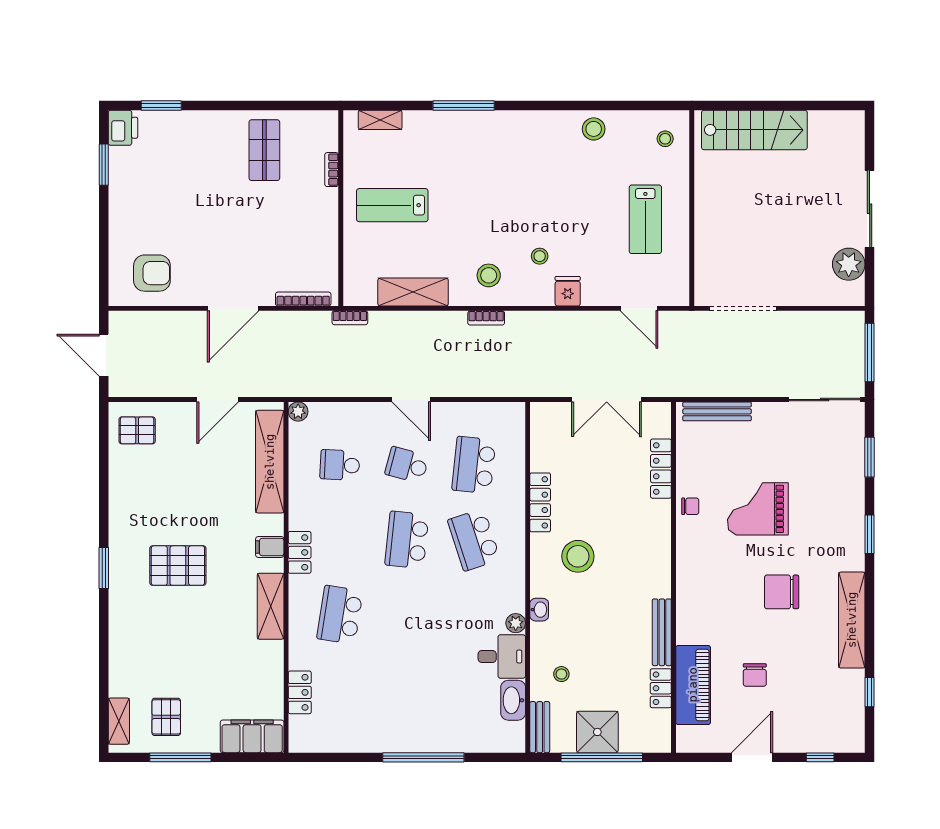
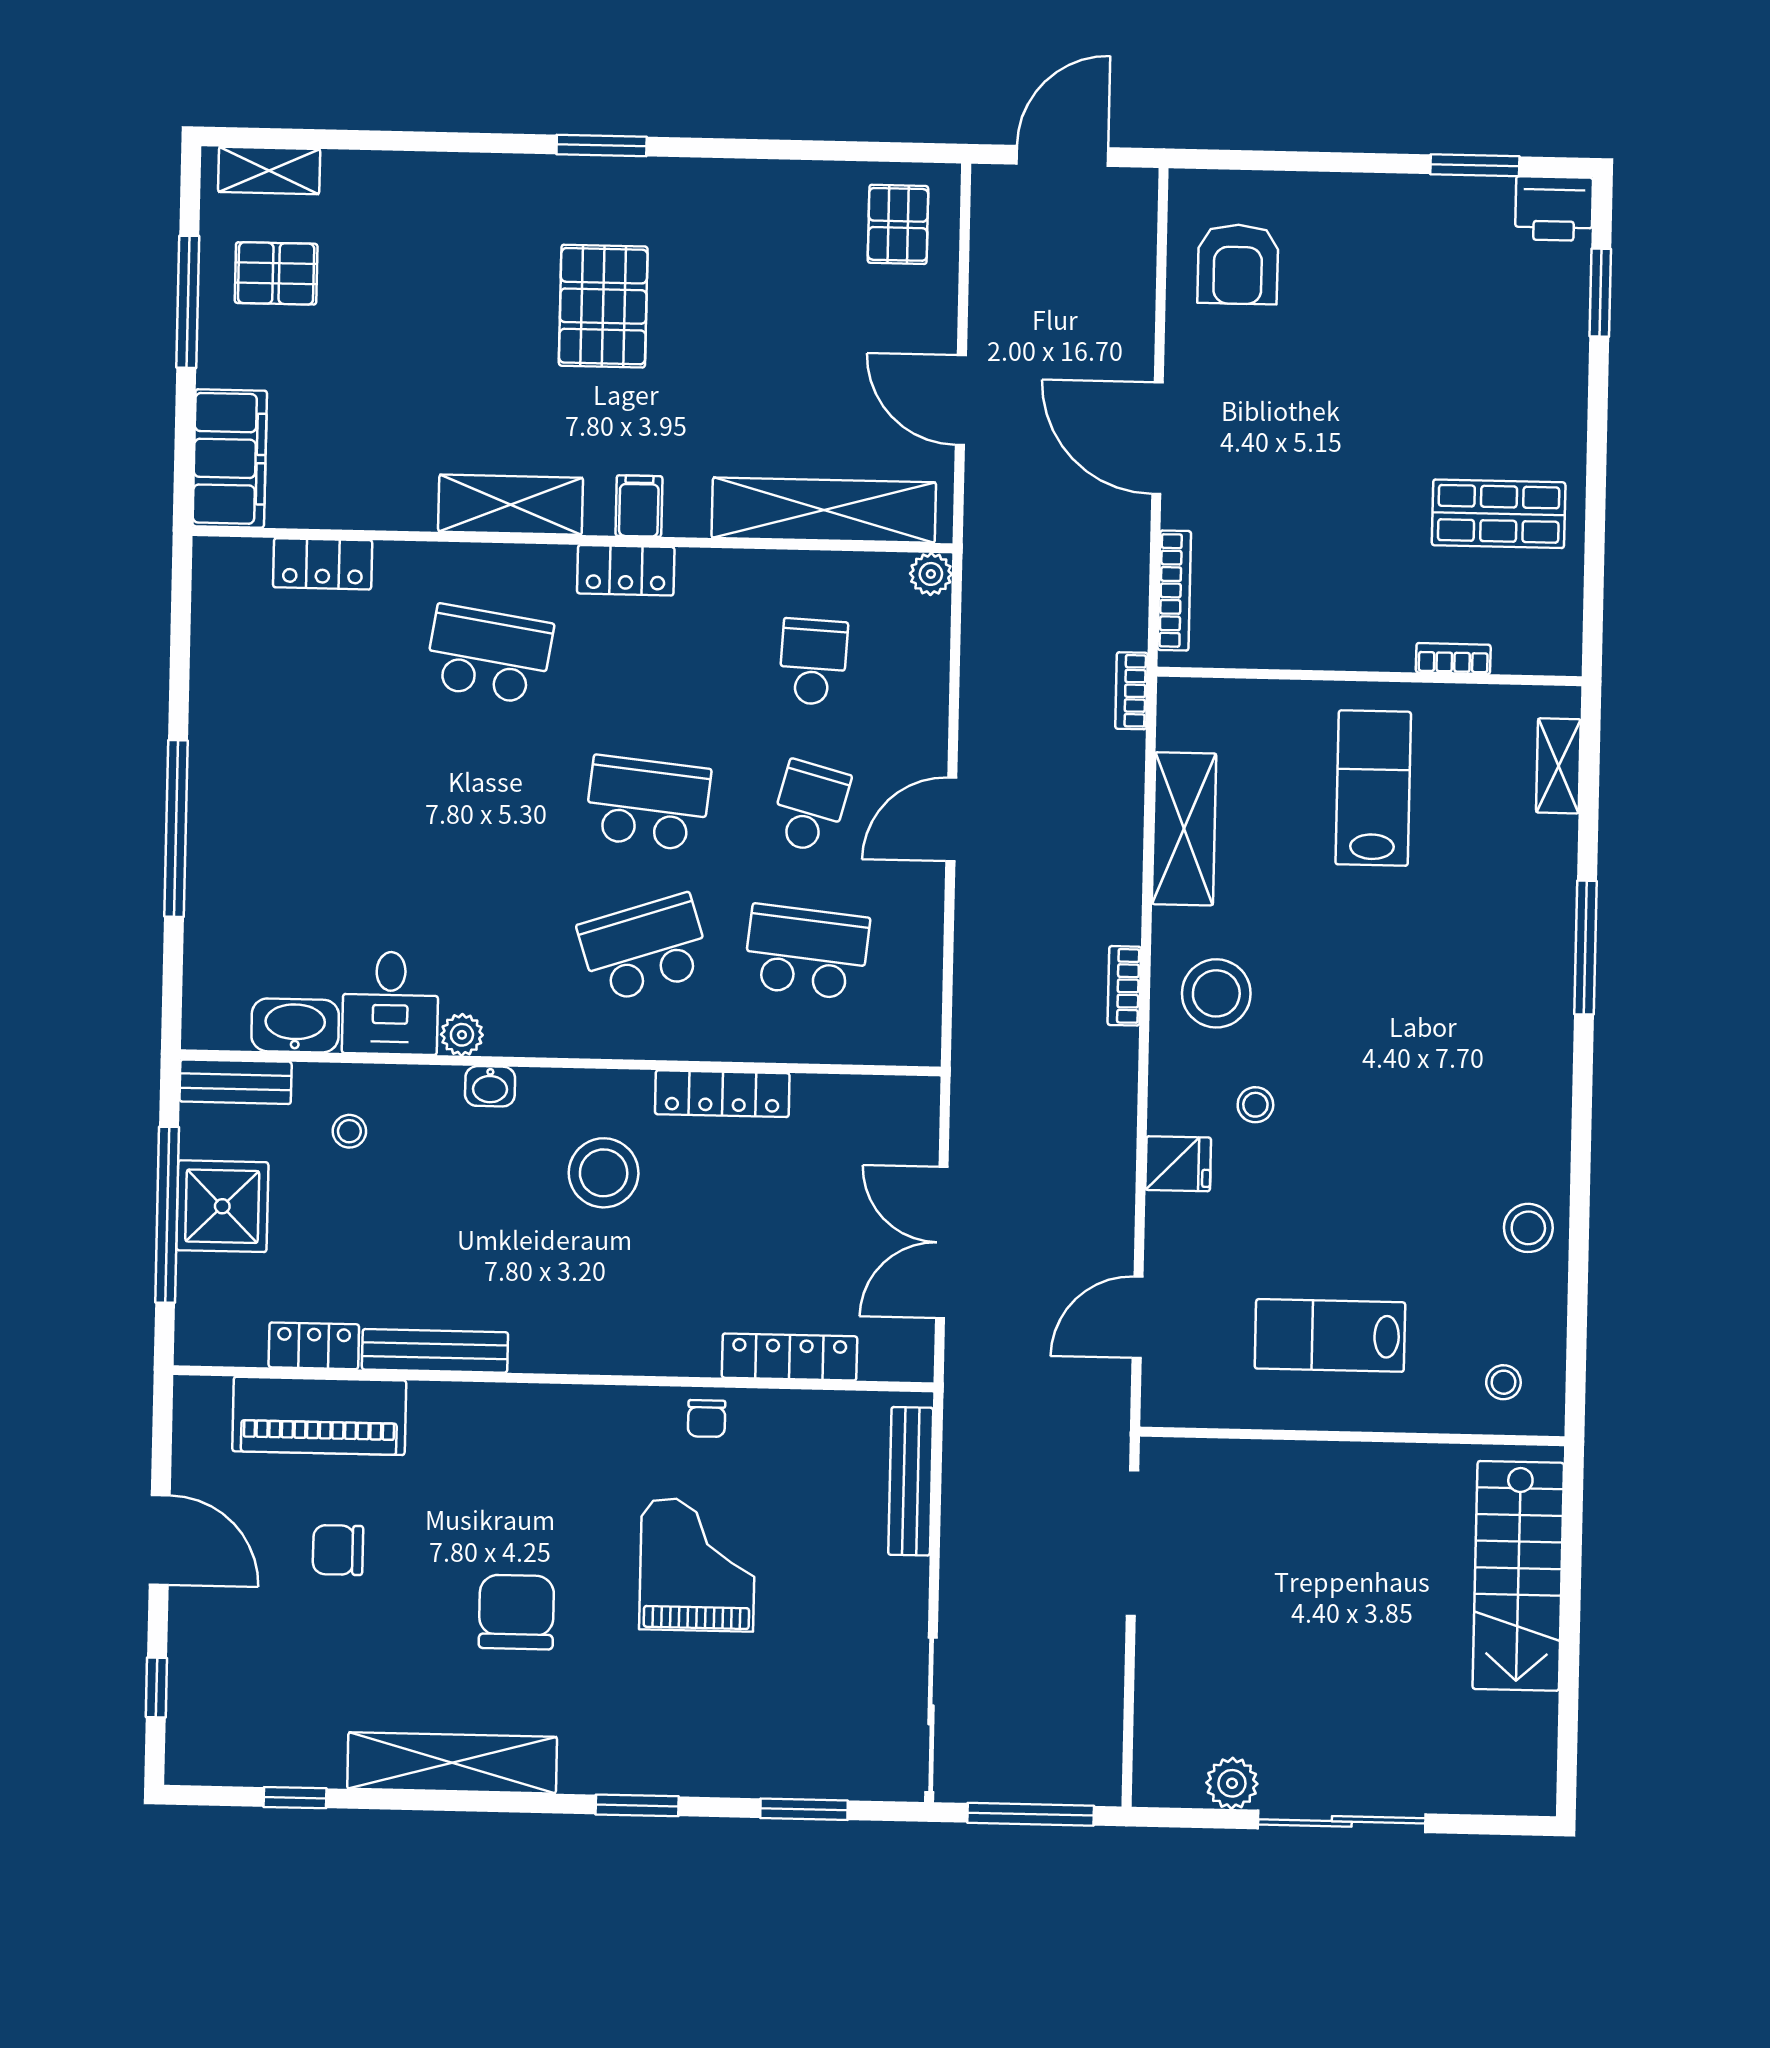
plant: (849, 264) -> (1232, 1783), width x0.73, depth x0.73
stool: (489, 275) -> (1216, 993), width x1.38, depth x1.38

